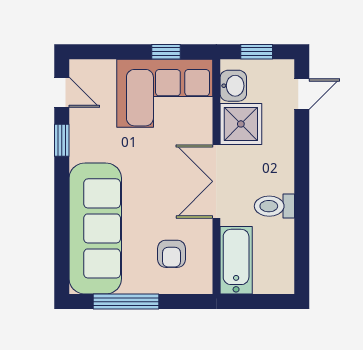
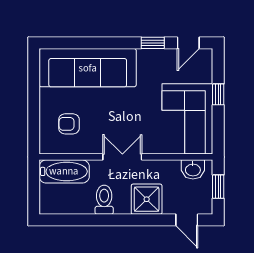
window: (166, 52) -> (218, 94), moved
shower: (241, 124) -> (147, 199), moved
double door: (216, 181) -> (122, 157), width x0.73
window: (126, 302) -> (34, 90), removed

